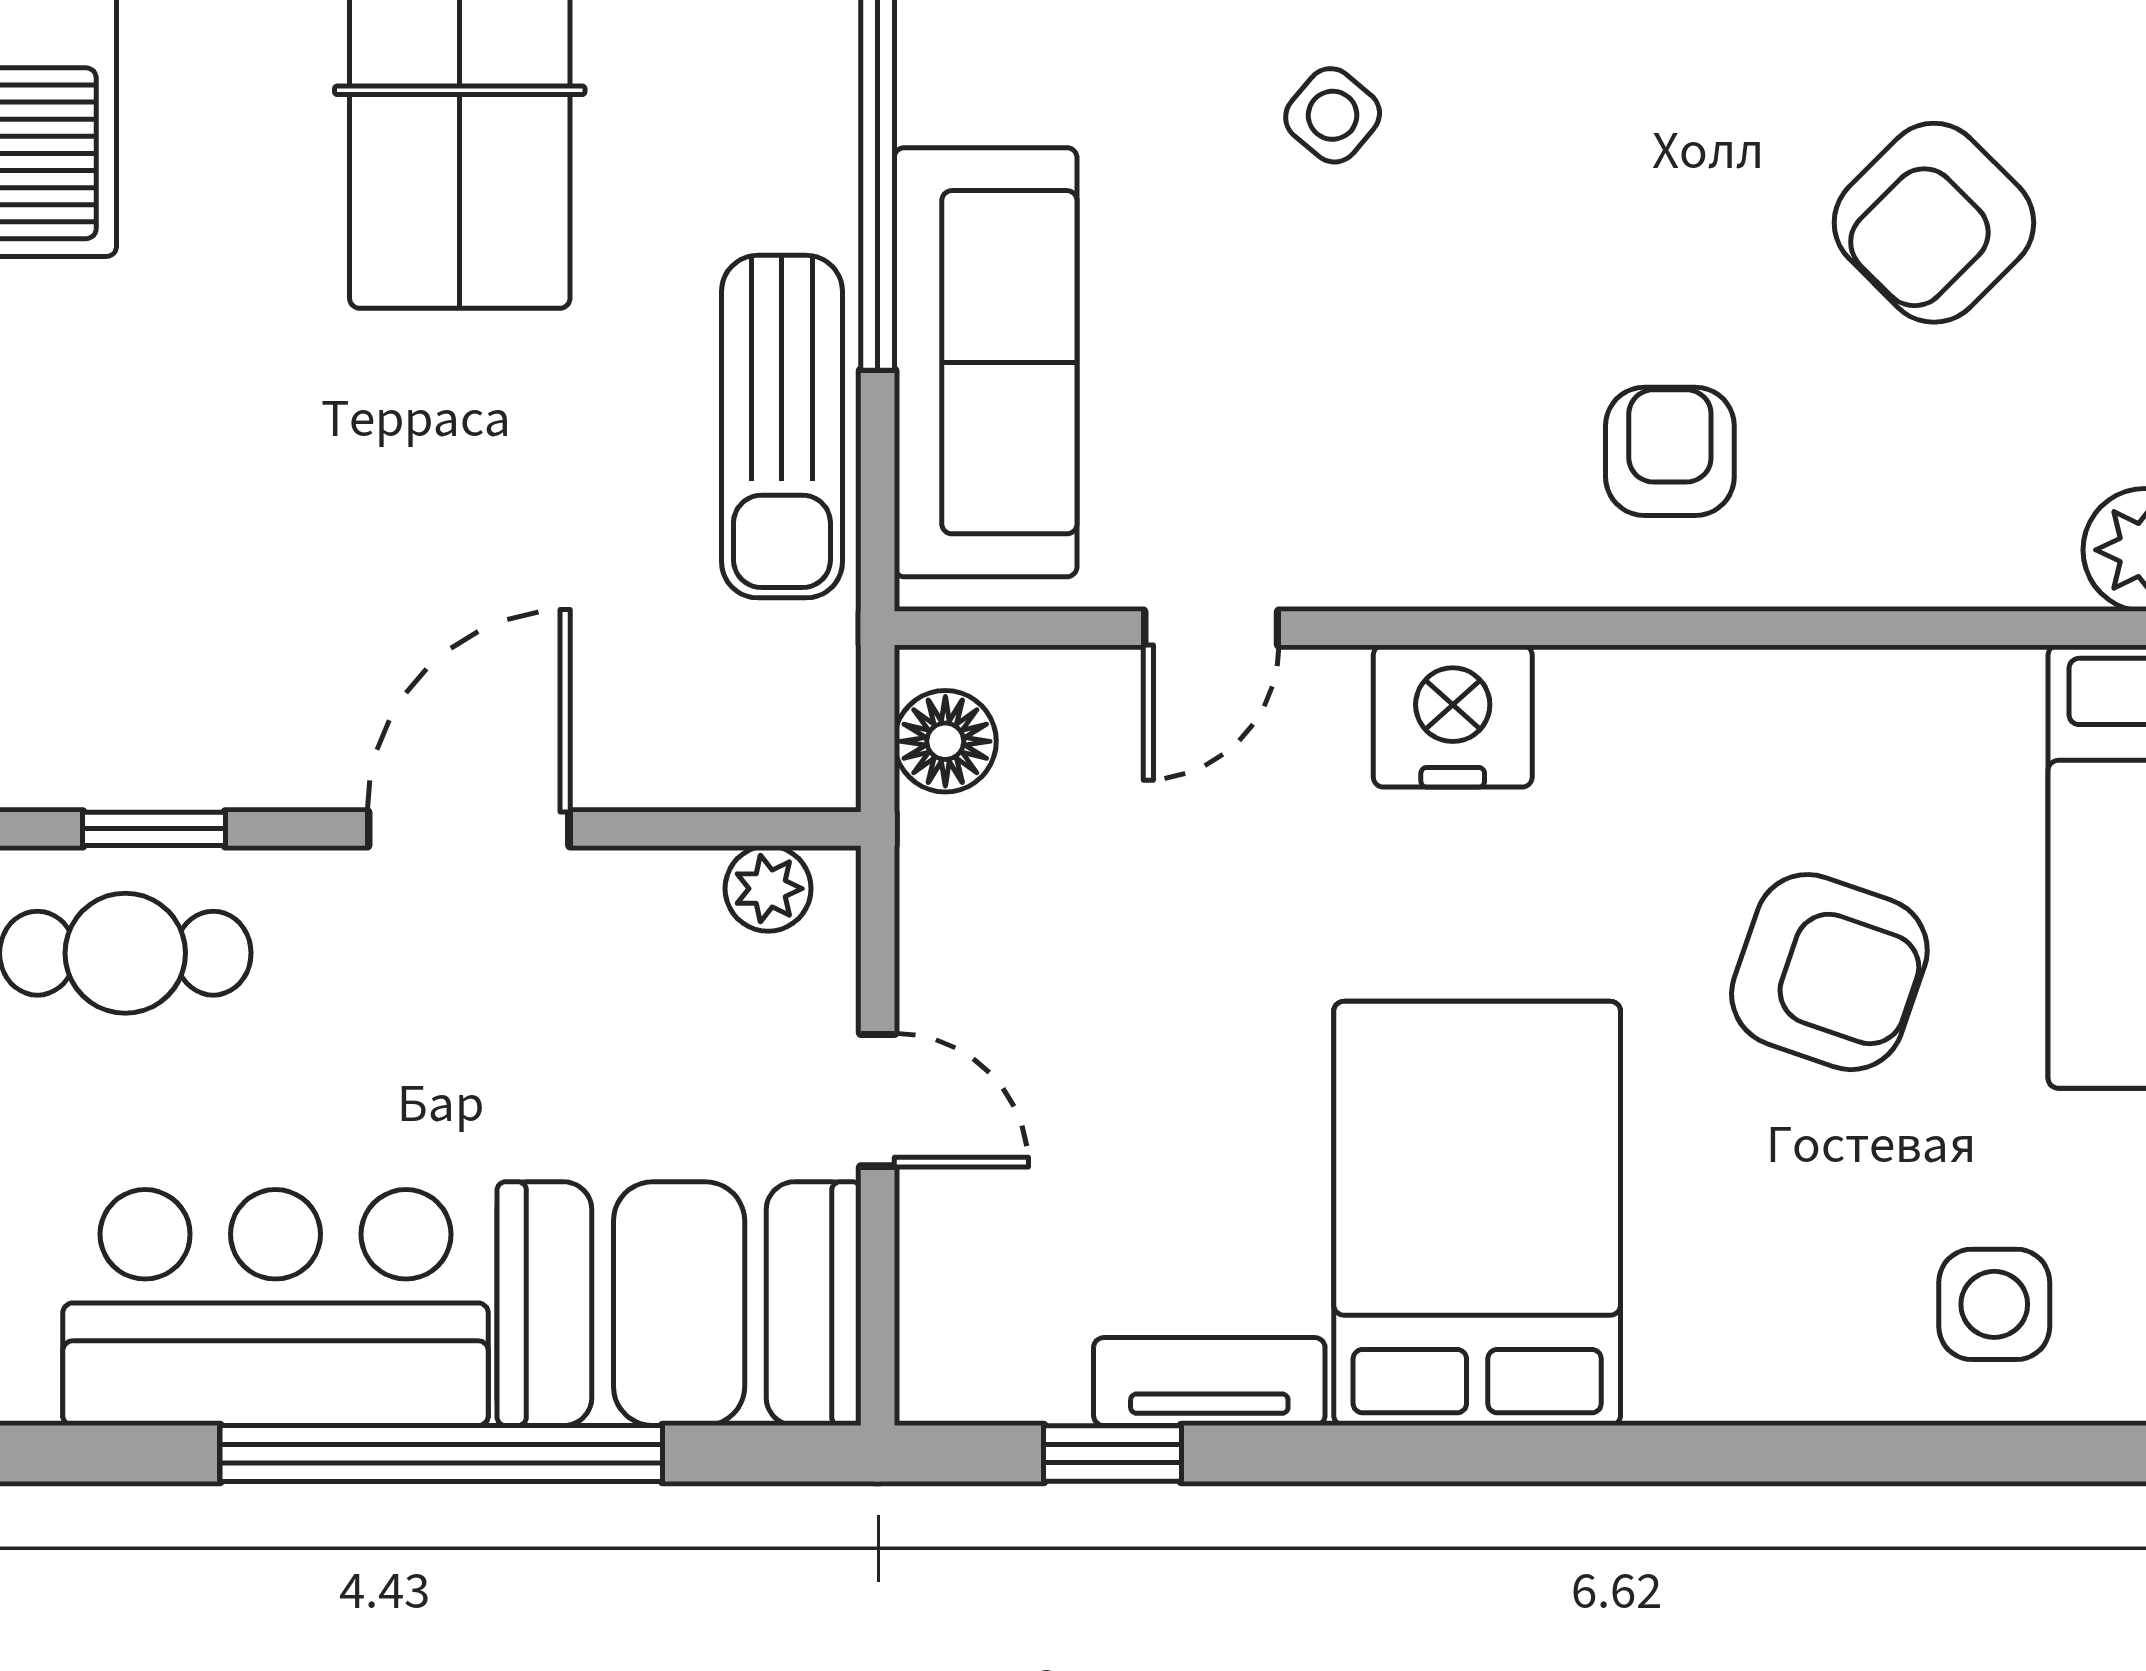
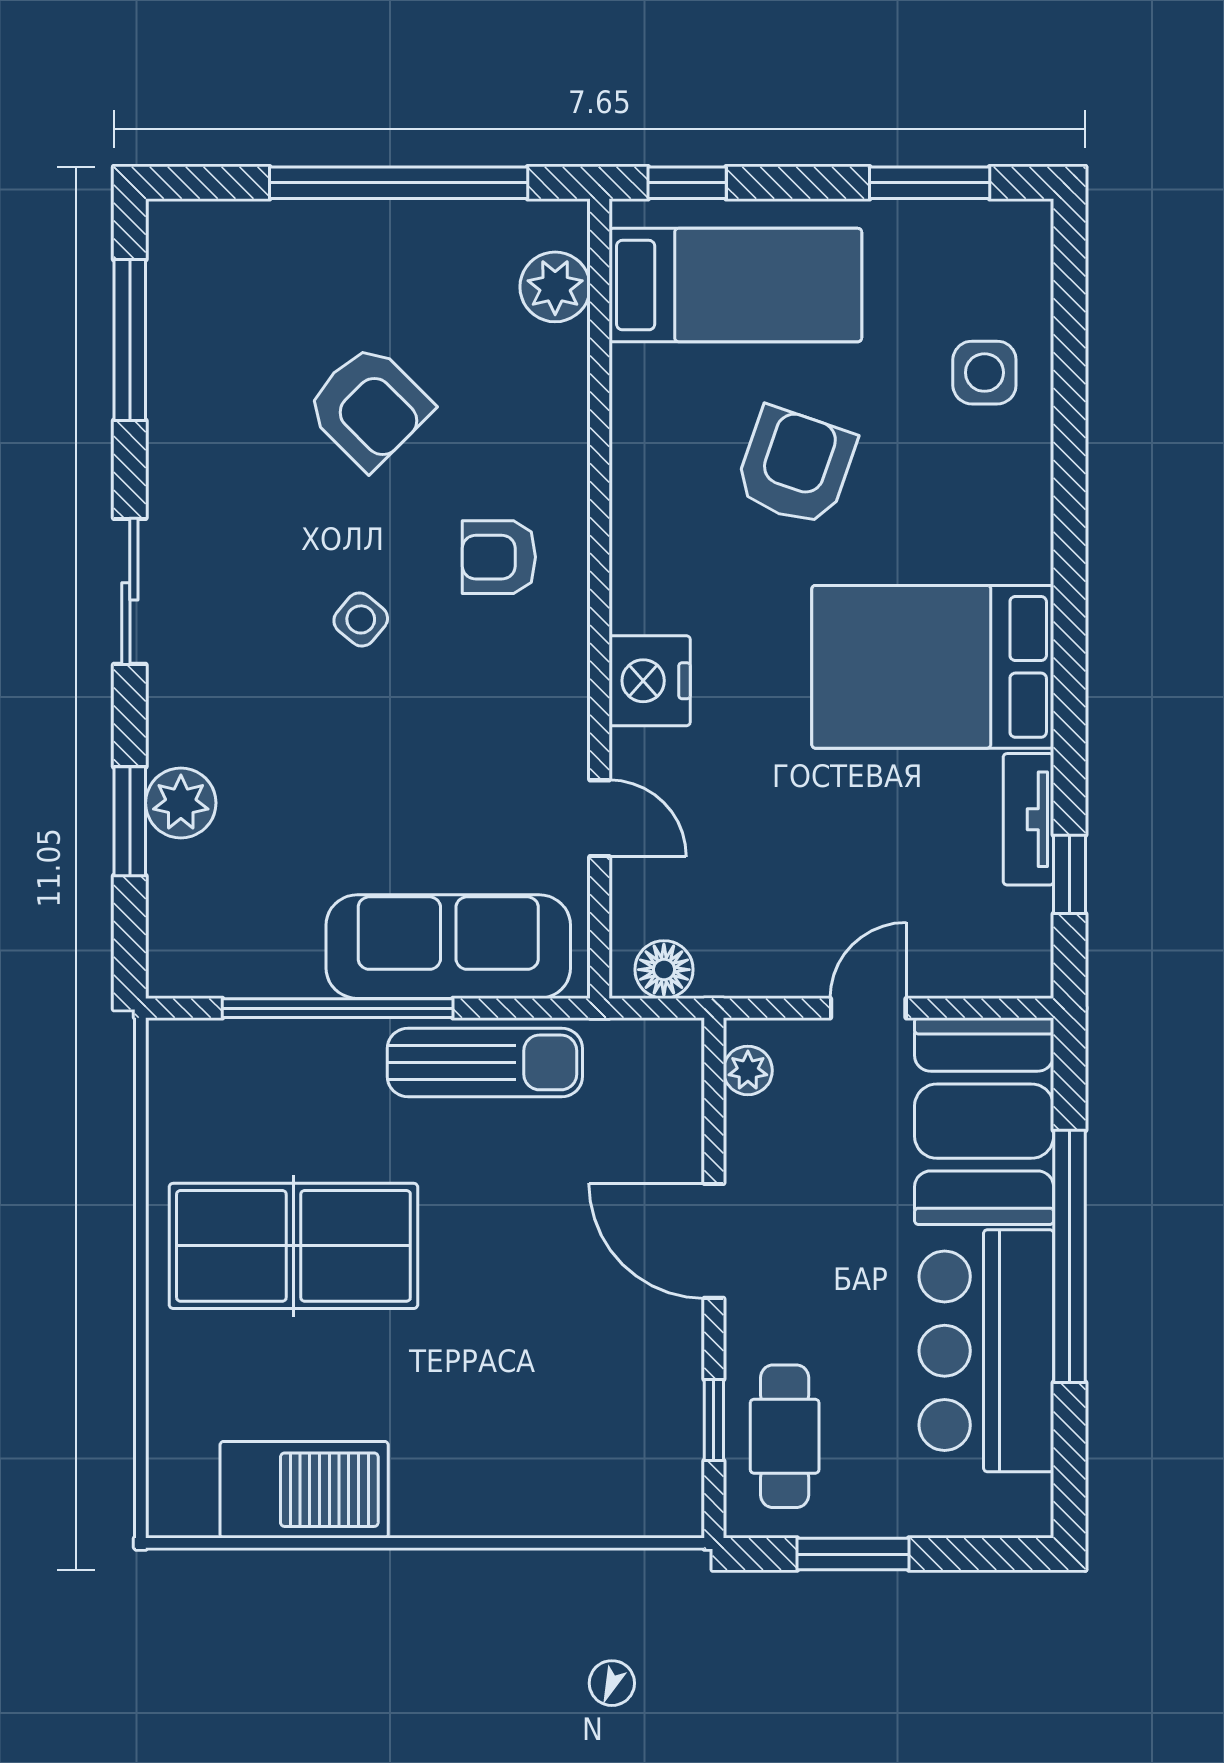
side table: (1333, 115) -> (361, 619), moved

